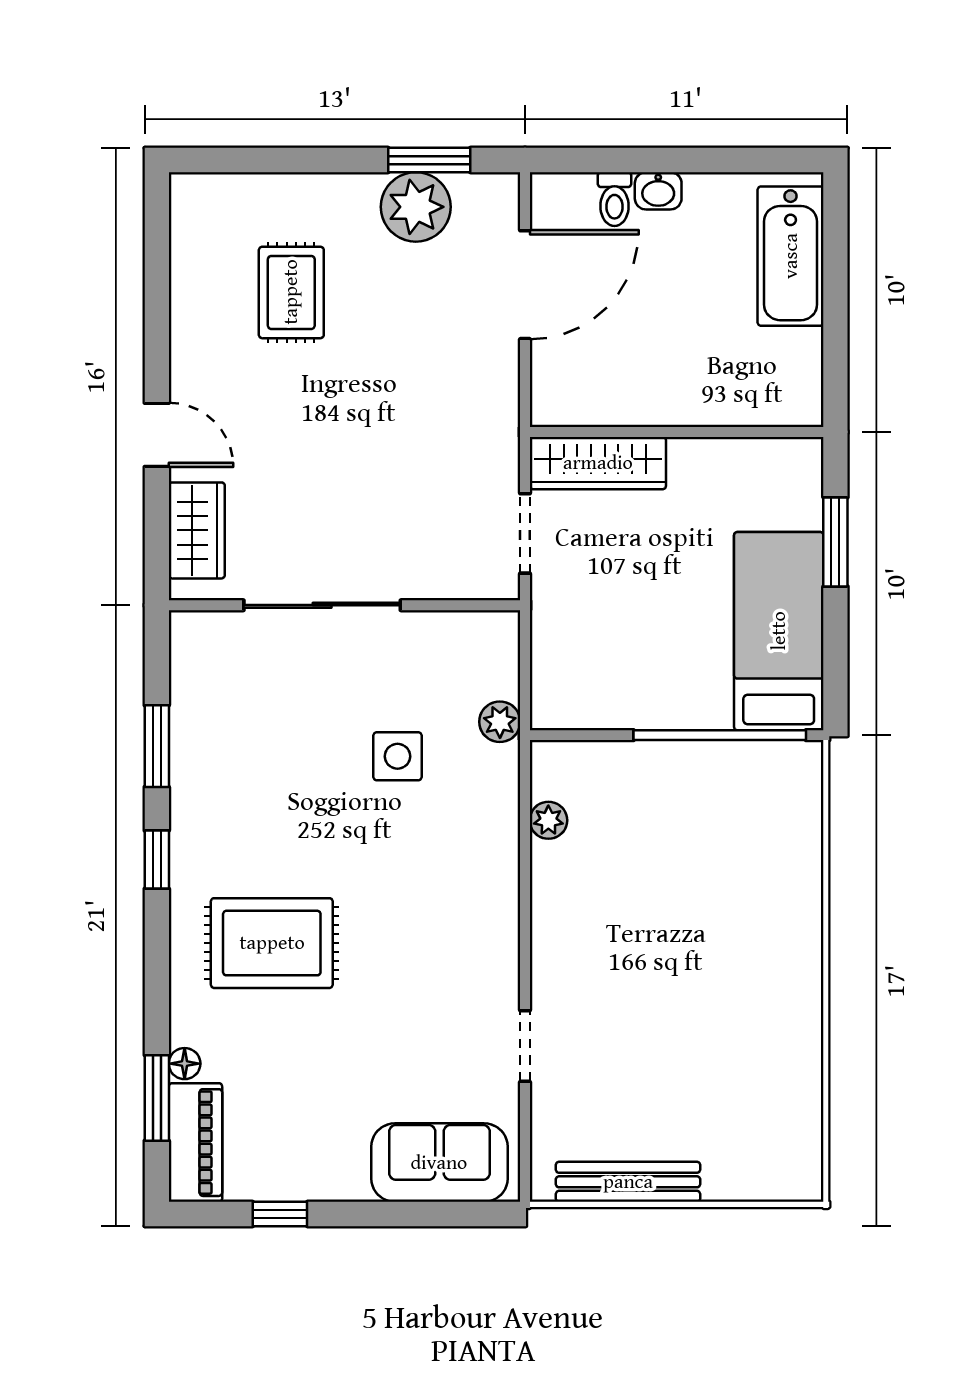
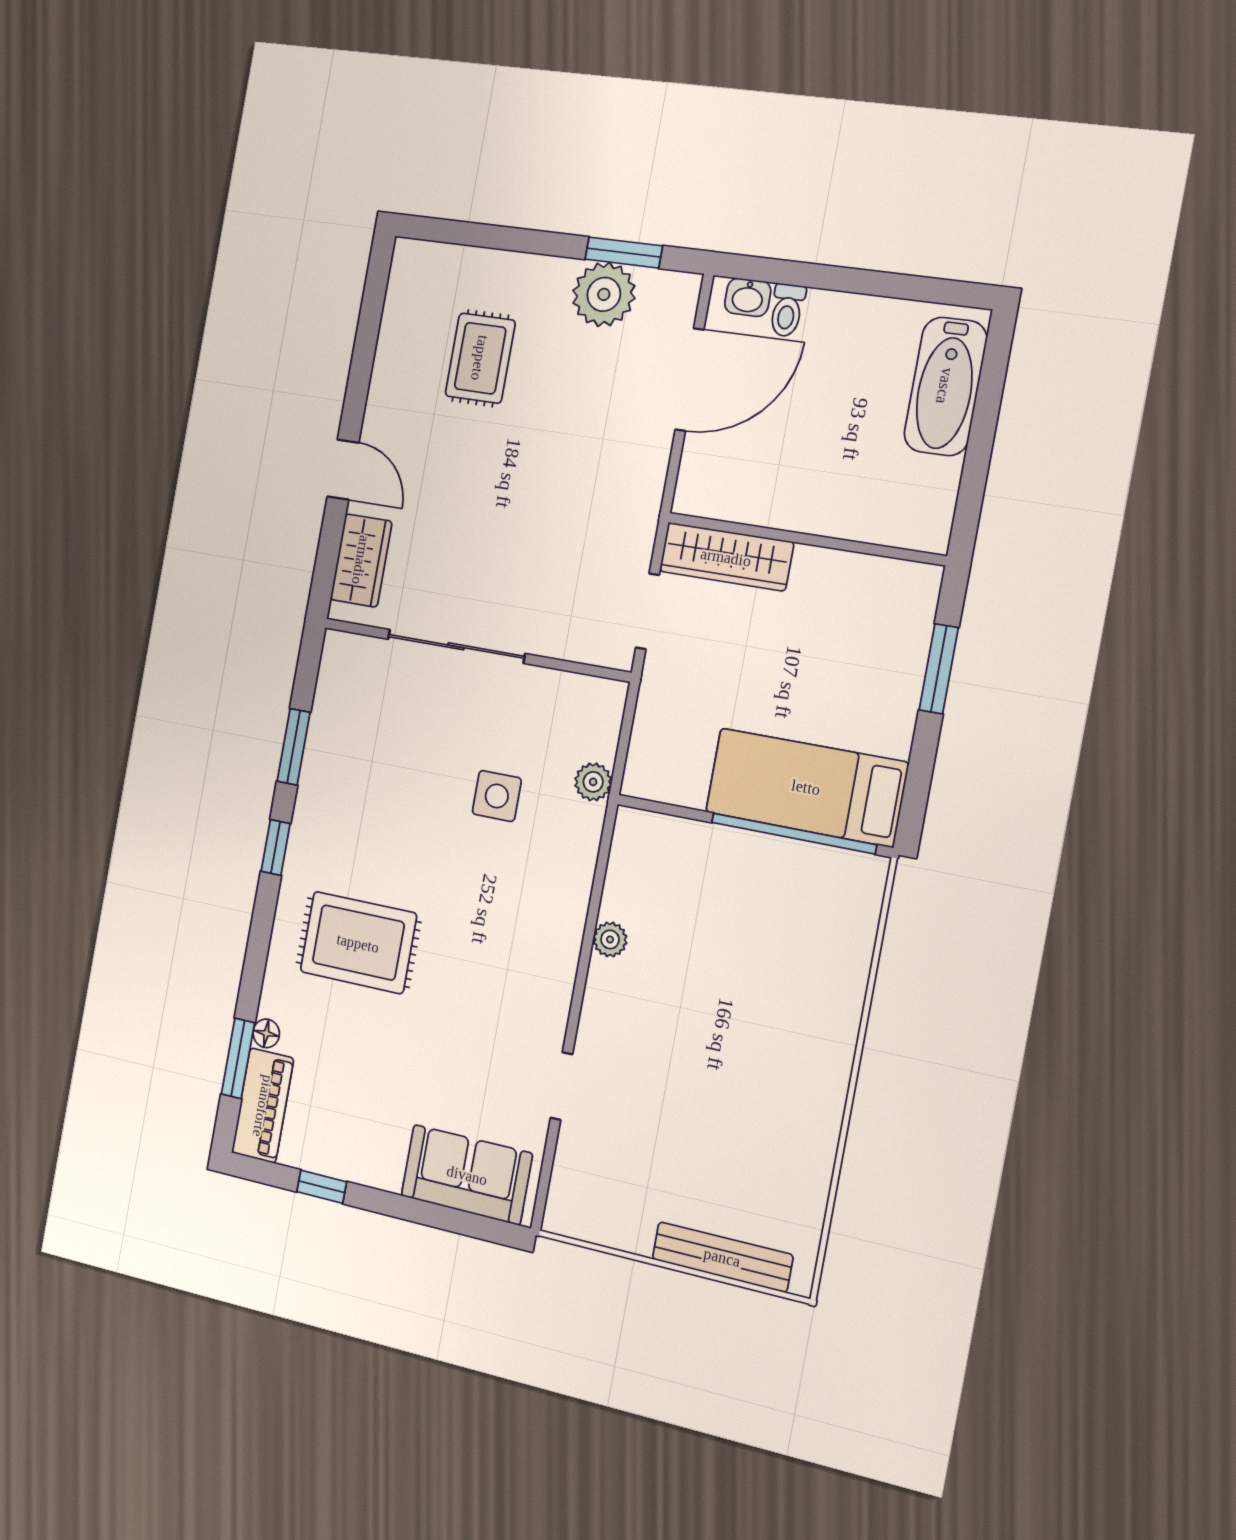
washbasin: (658, 191) -> (748, 297), moved
bed: (779, 631) -> (806, 787), moved, turned -90
plant: (548, 820) -> (610, 939), moved
bench: (628, 1182) -> (722, 1257), moved

